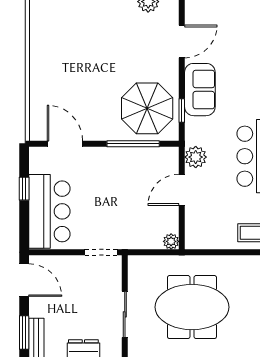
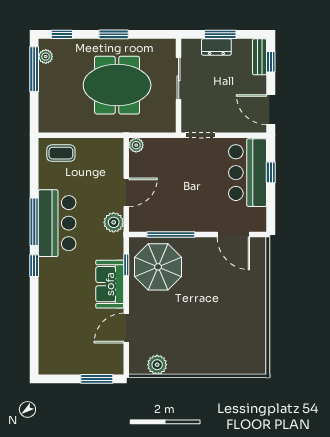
window: (24, 189) -> (271, 172), moved
window: (24, 333) -> (271, 62), width x0.67

